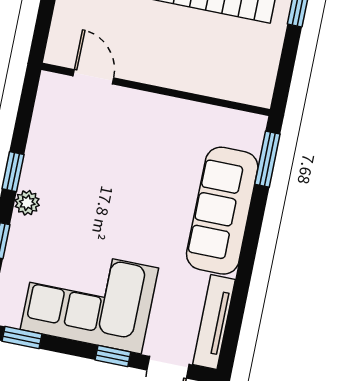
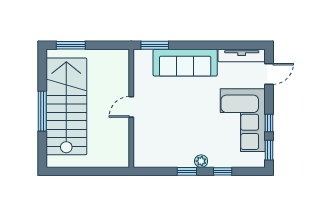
door: (93, 77) -> (131, 107), moved
window: (113, 356) -> (269, 123), moved

